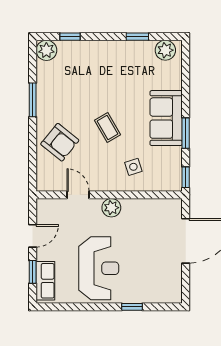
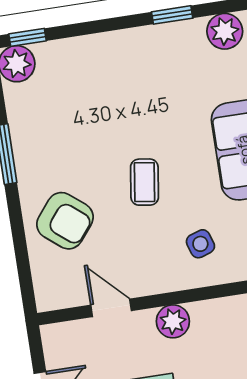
window: (70, 37) -> (28, 37), moved
coffee table: (108, 128) -> (144, 182), turned 38

